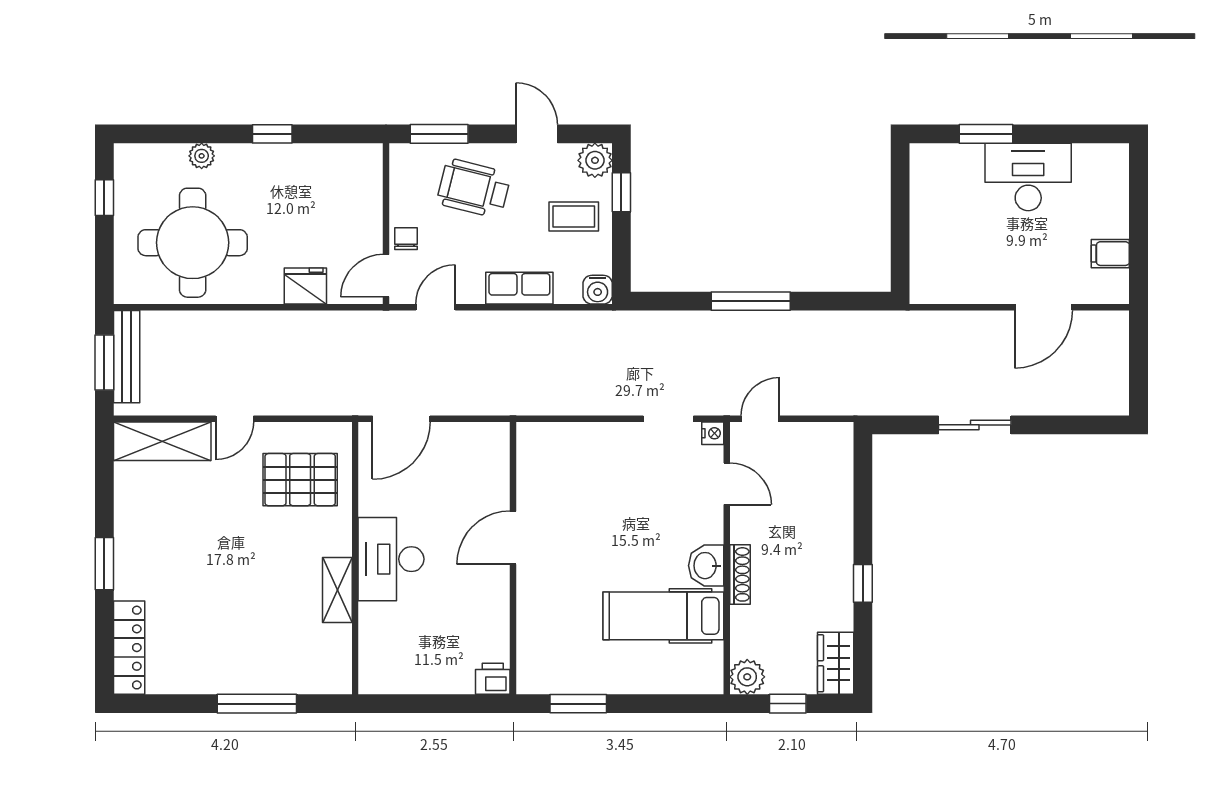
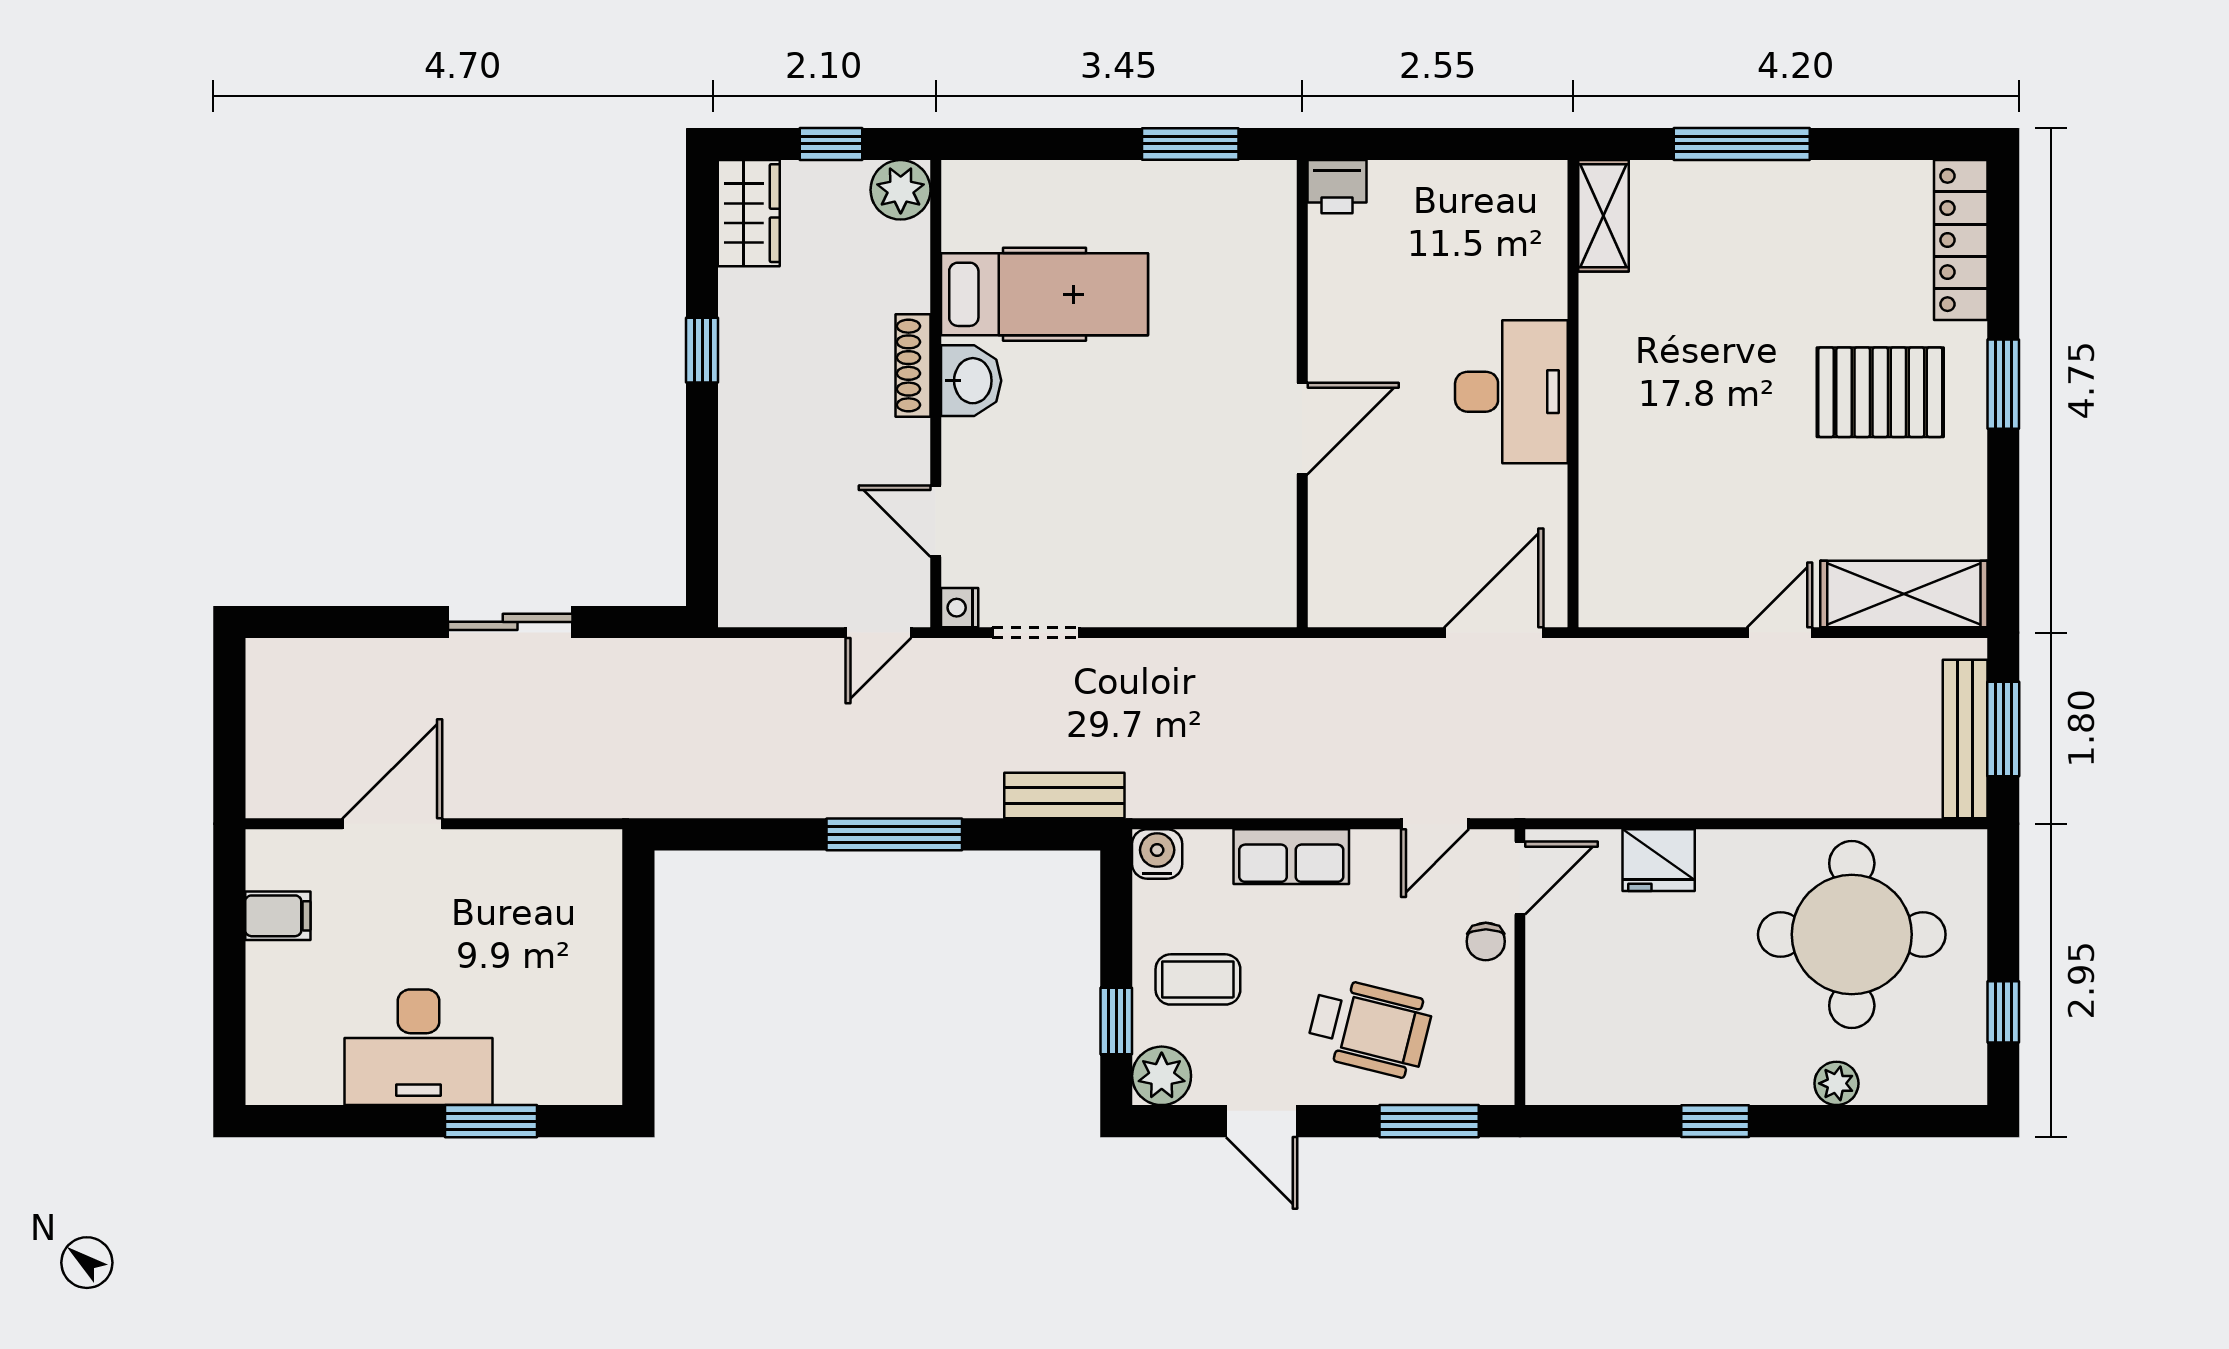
bench: (652, 324) -> (1064, 796), added
pallet: (300, 480) -> (1880, 392), moved
shelving: (337, 590) -> (1603, 216), moved

